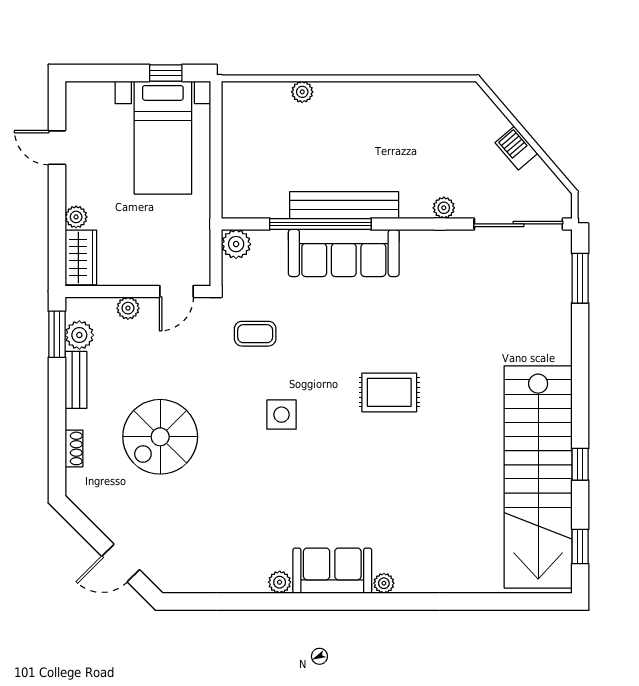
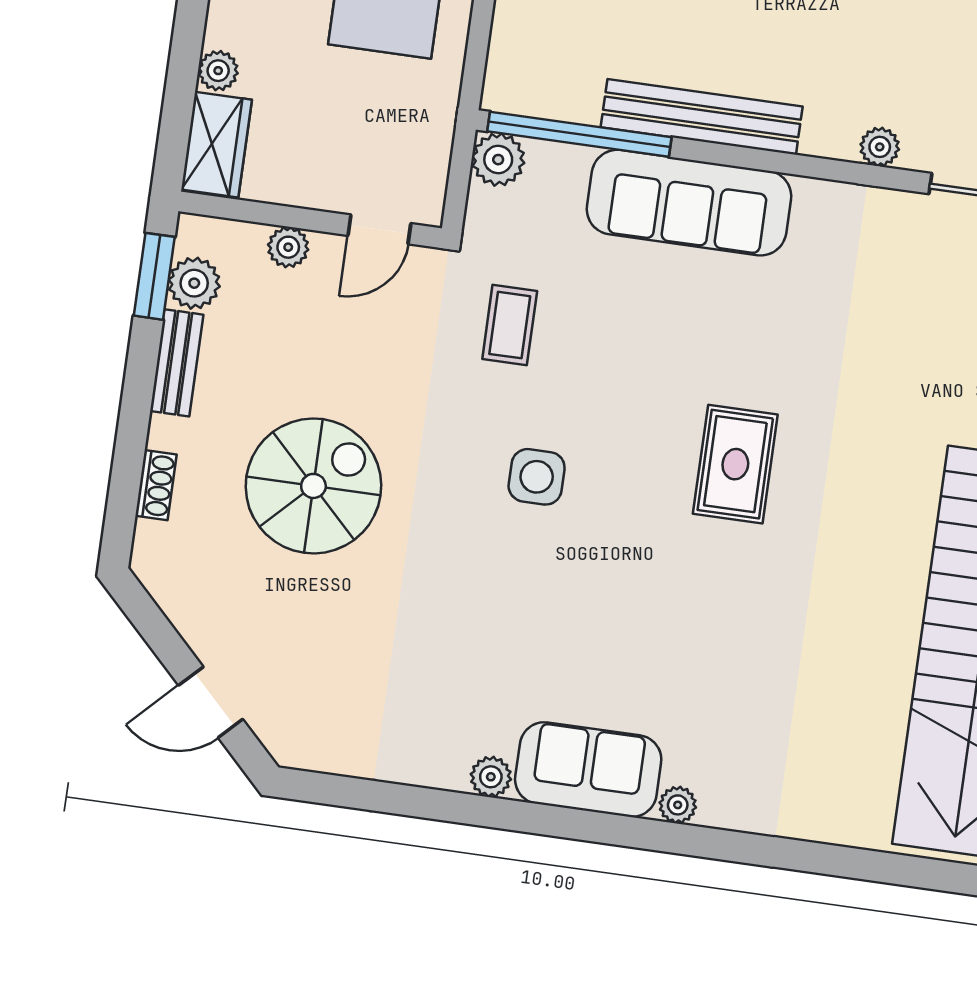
window: (320, 224) -> (579, 134), moved
coffee table: (255, 334) -> (510, 325), turned 90
rug: (389, 392) -> (735, 464), turned 90
spiral stairs: (160, 437) -> (313, 486), turned 180

